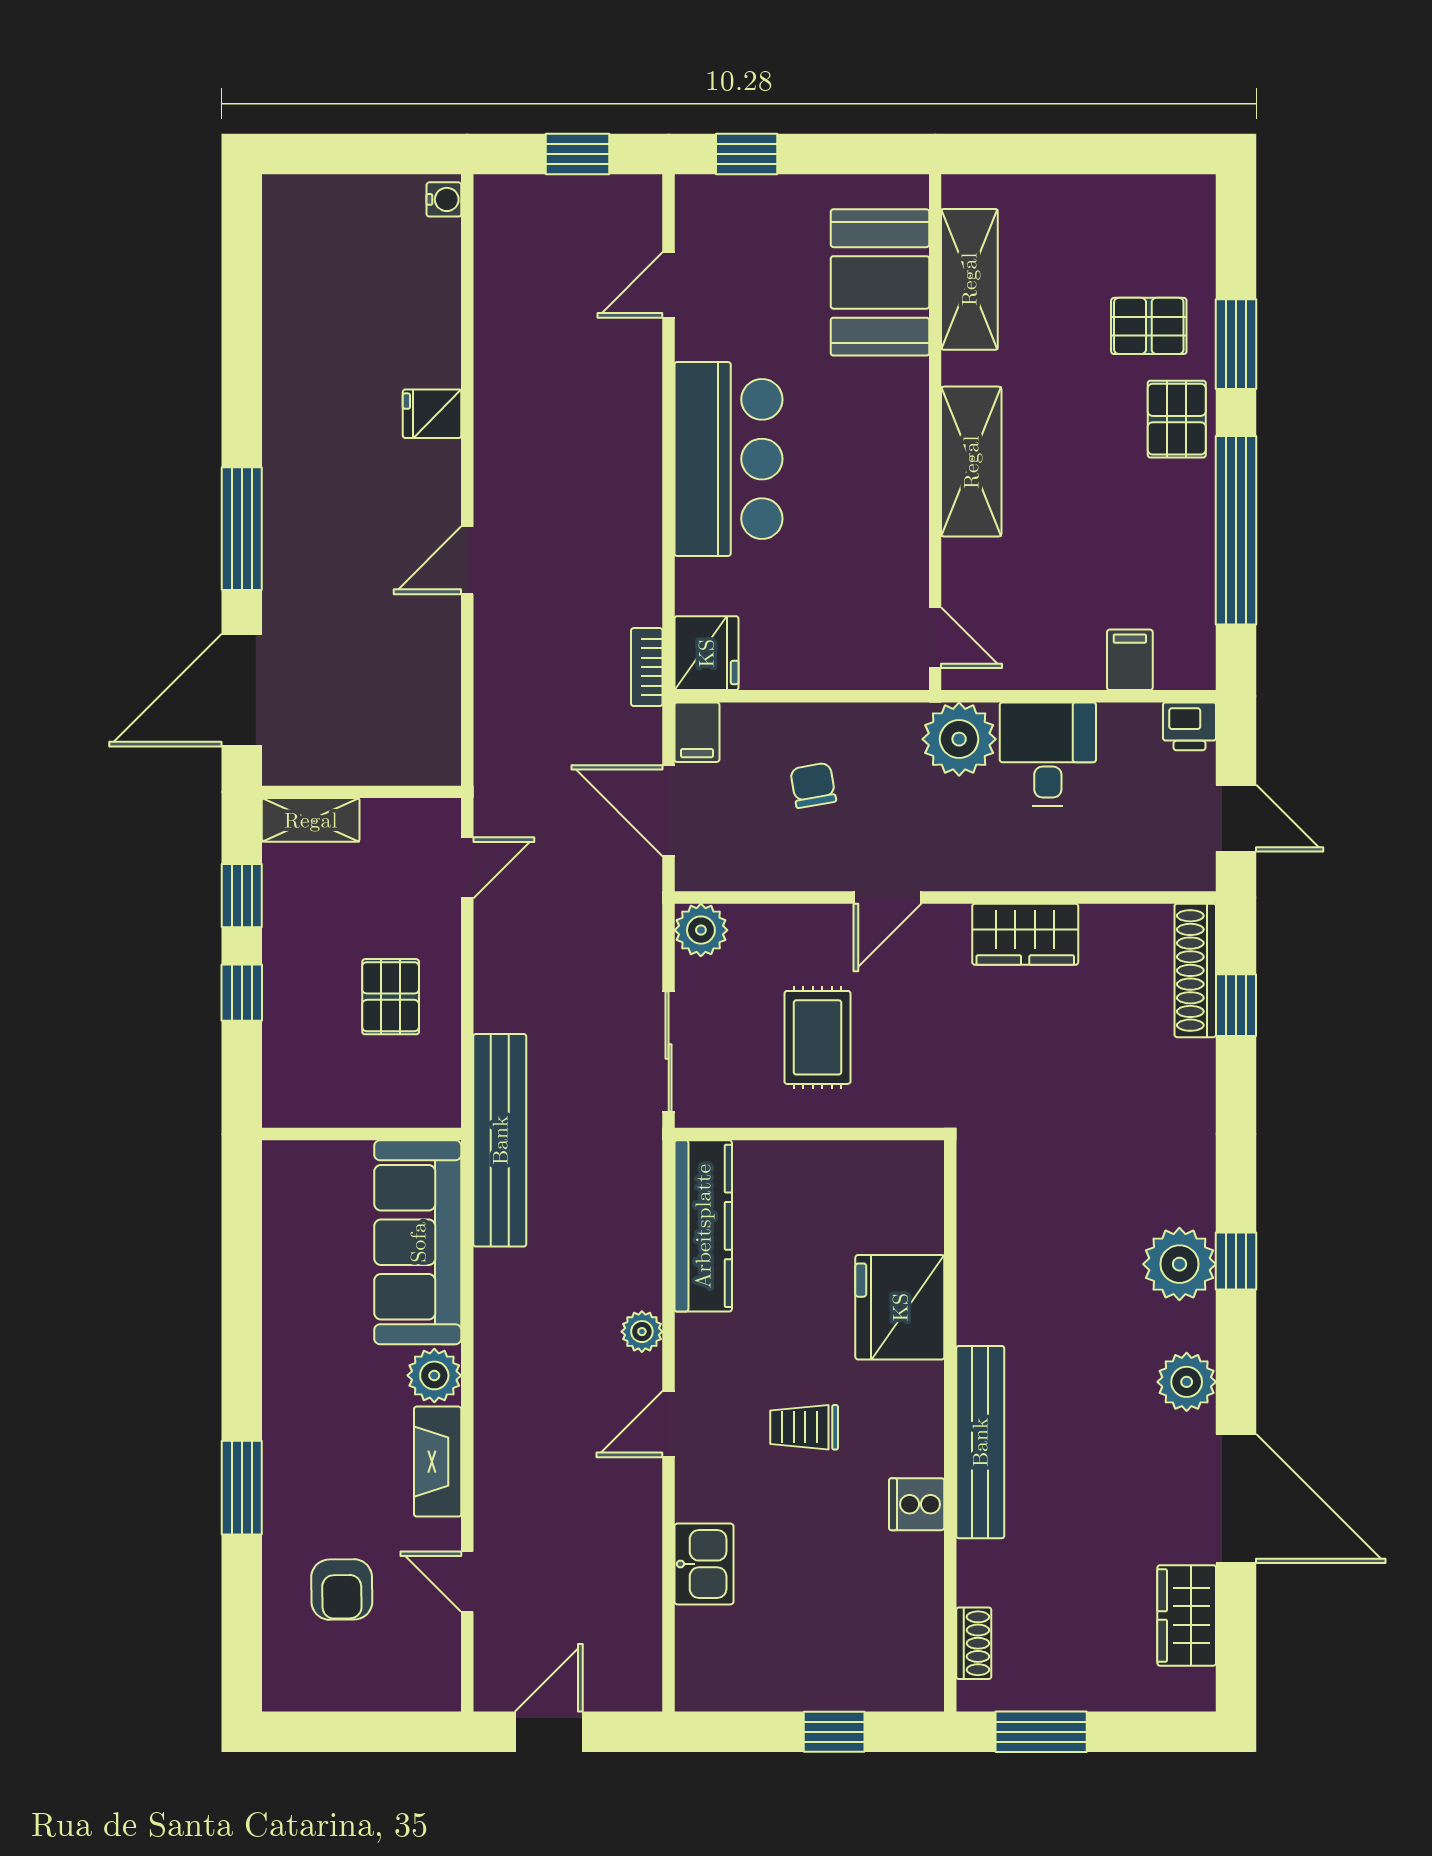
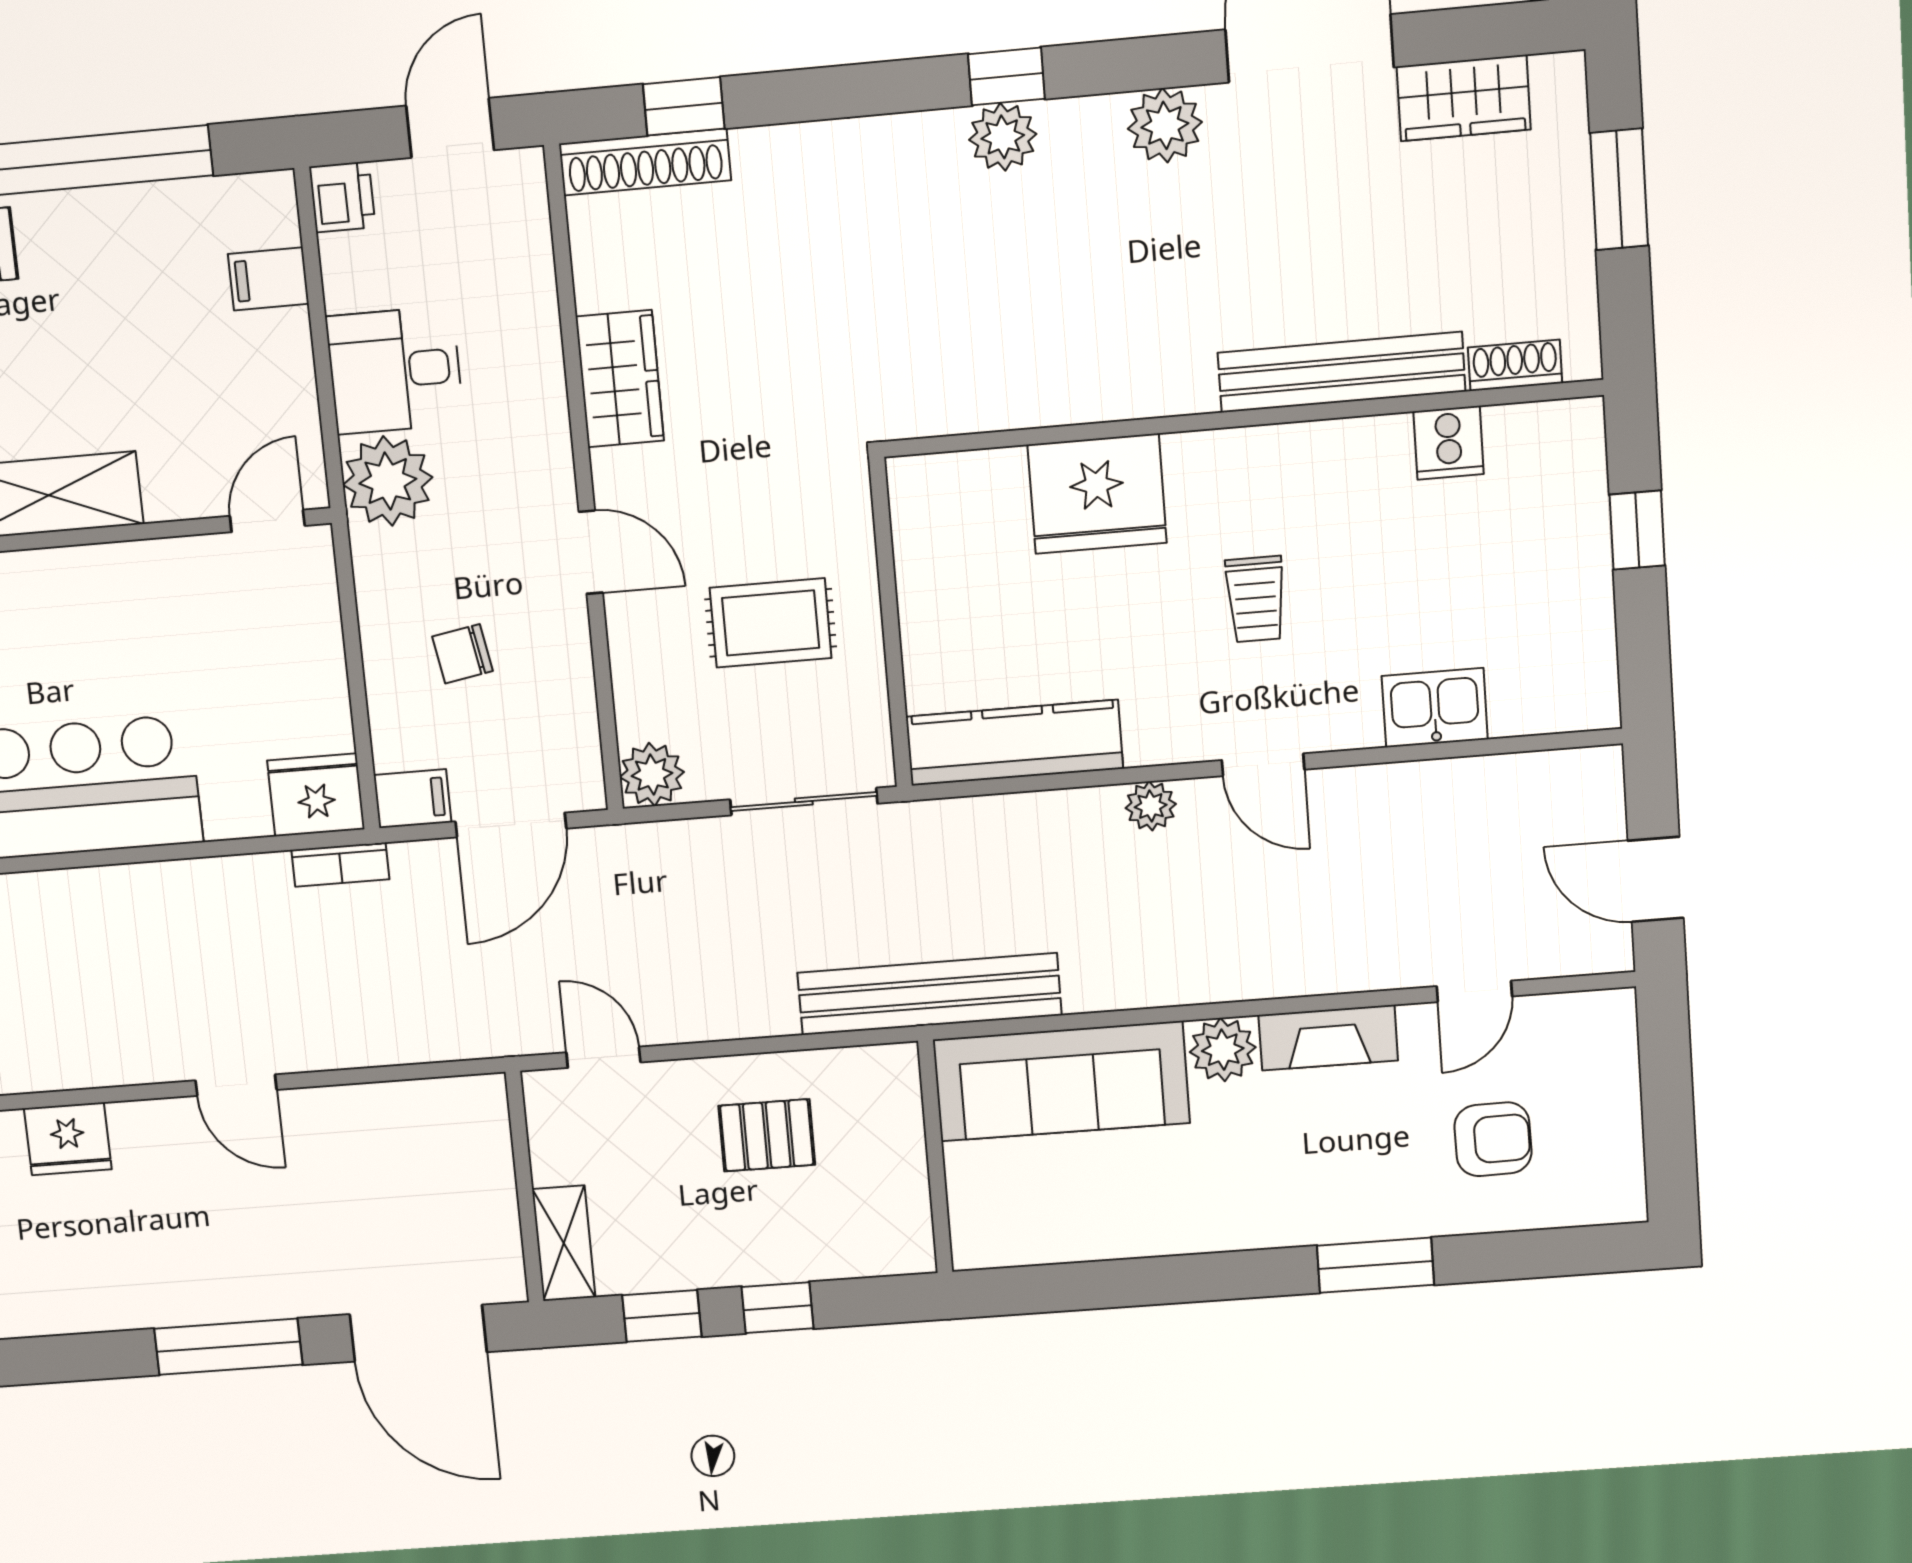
fridge: (432, 414) -> (68, 1139), width x1.38
plant: (1179, 1264) -> (1003, 137), width x0.73, depth x0.73
bench: (980, 1442) -> (1341, 372), moved
cooker: (917, 1504) -> (1449, 443), moved
window: (1041, 1732) -> (1619, 189), moved

